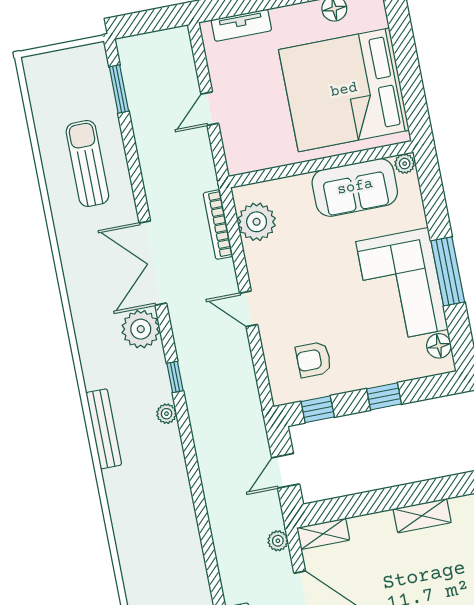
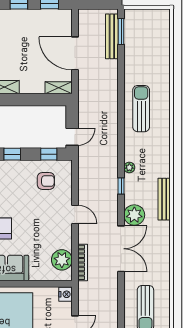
nightstand: (238, 161) -> (66, 294), added
bench: (104, 429) -> (164, 199), moved
door: (286, 471) -> (72, 137), moved
sun lounger: (166, 525) -> (141, 109), added
plant: (278, 541) -> (83, 89), removed

